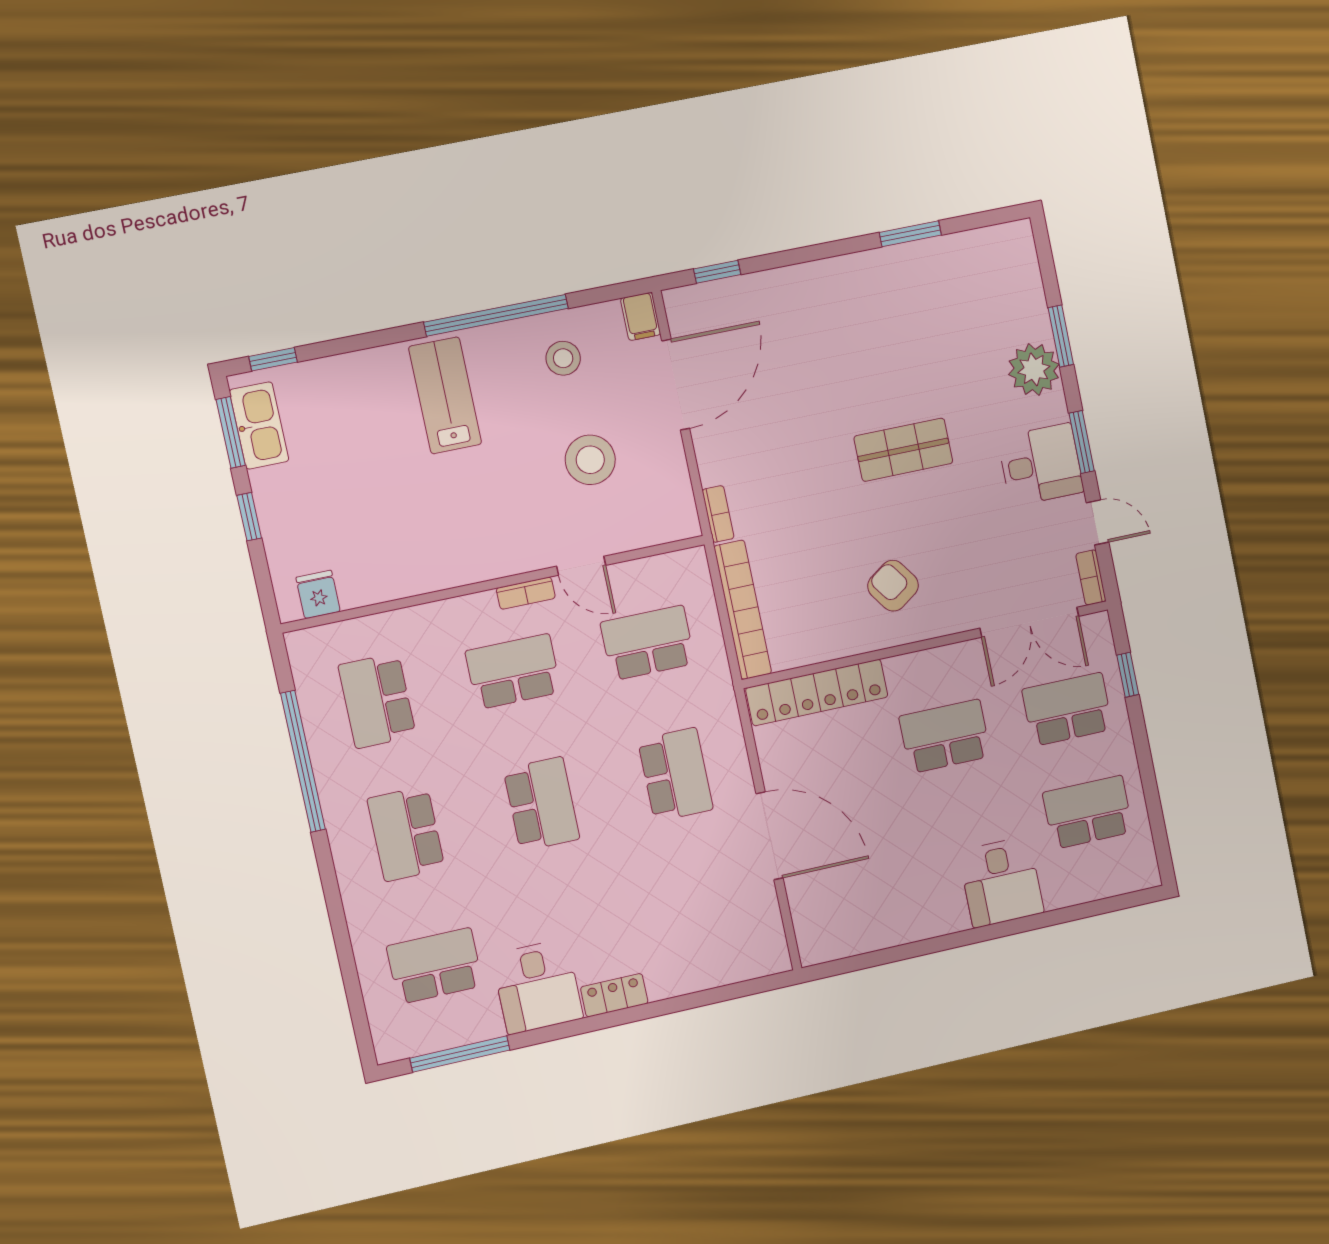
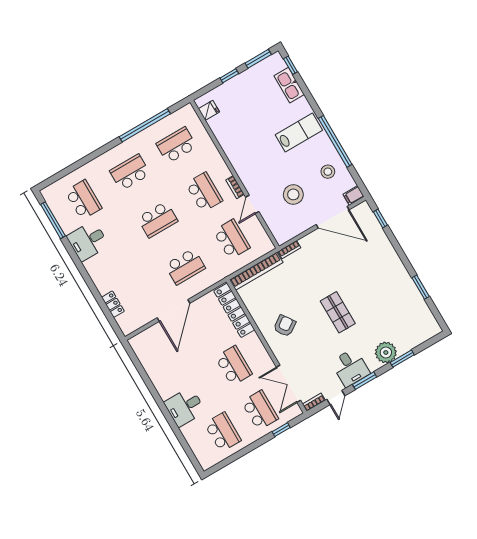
kitchen sink: (259, 425) -> (289, 85), moved, turned 90
locker: (614, 995) -> (113, 304), moved

